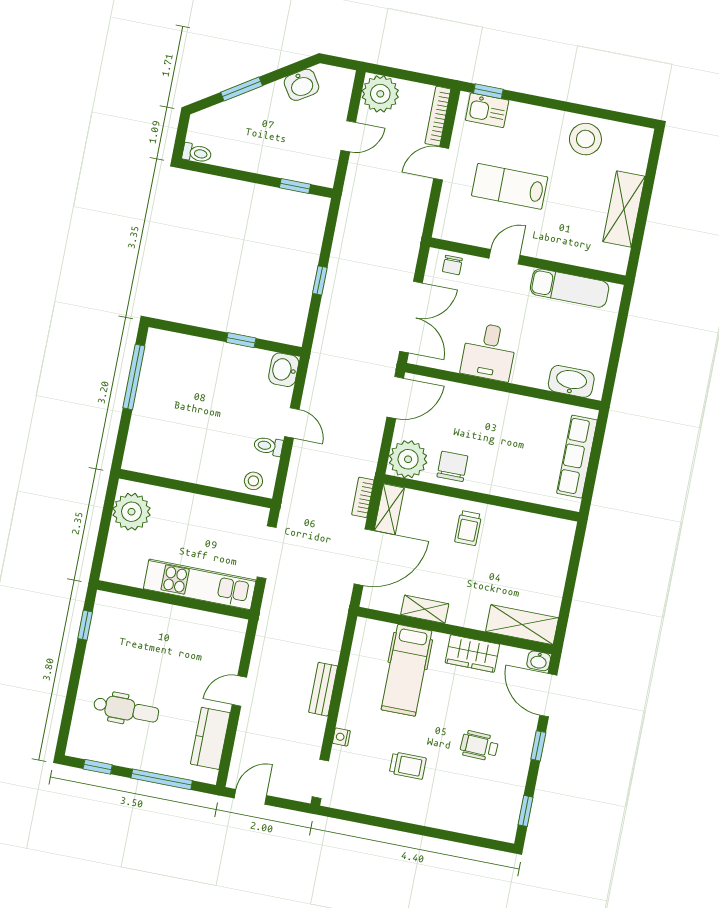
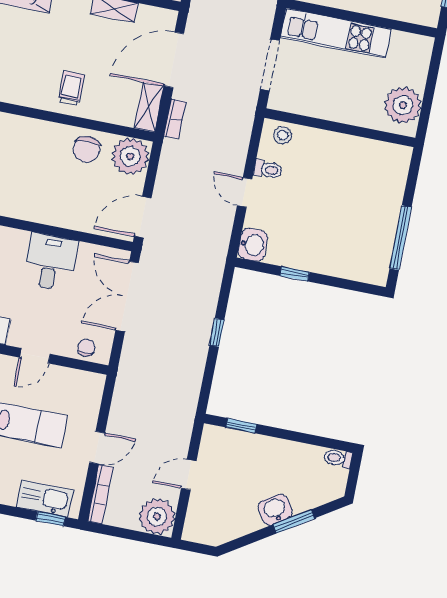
washbasin: (301, 85) -> (275, 510), moved
kitchen sink: (487, 110) -> (45, 499), width x1.38

